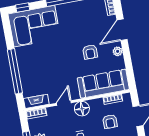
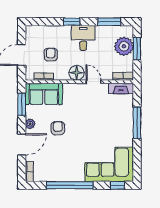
window: (129, 69) -> (22, 104), added
window: (15, 71) -> (137, 123), width x0.68
sofa: (103, 84) -> (44, 94), width x0.73
door: (64, 103) -> (94, 82), swing flipped

